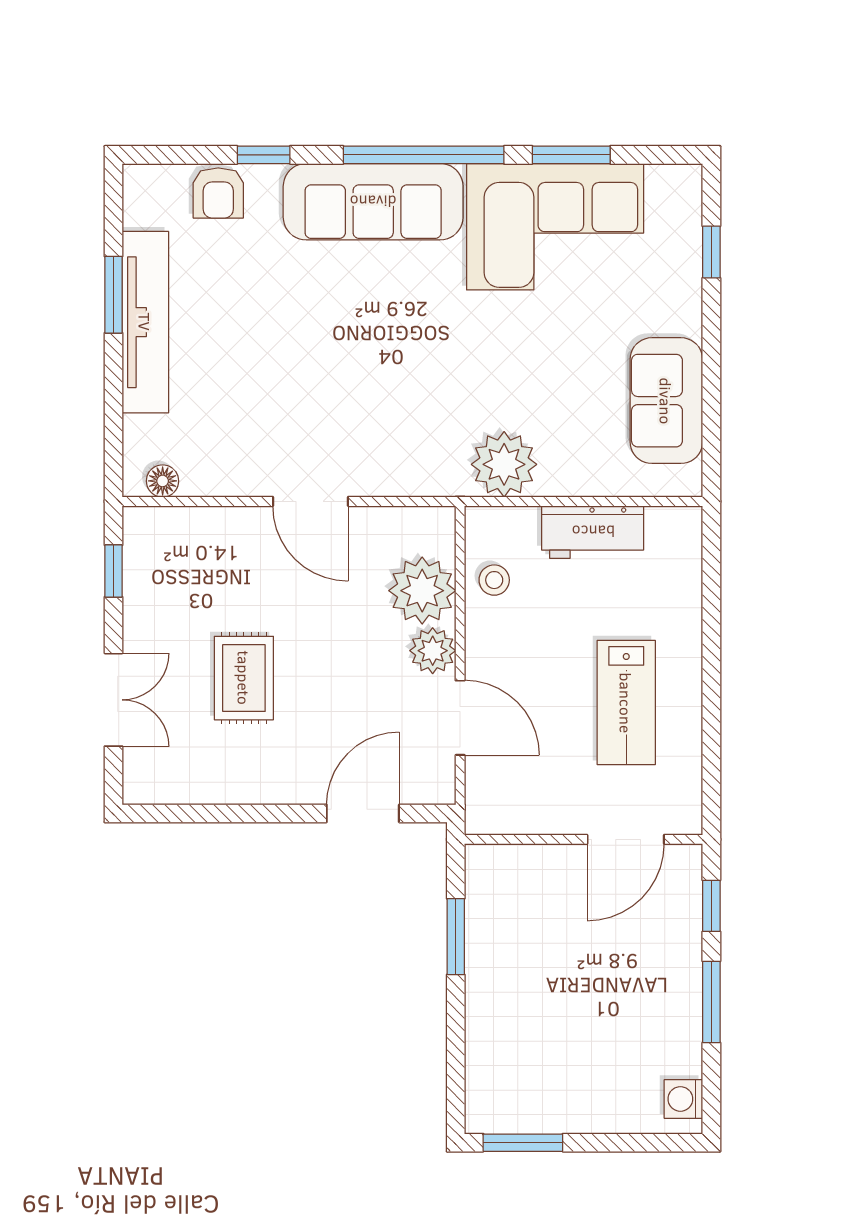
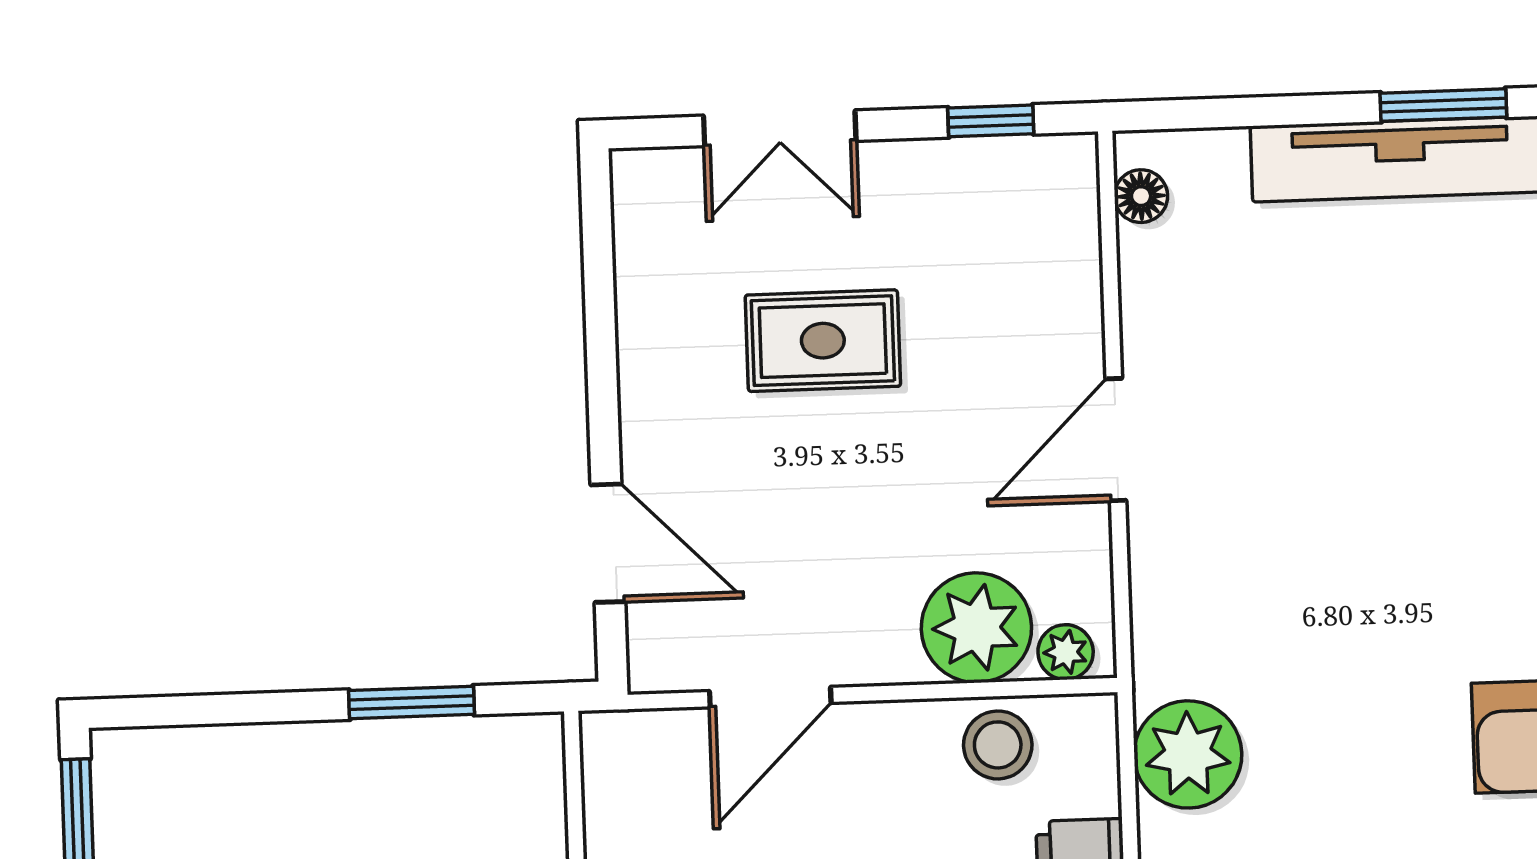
stool: (494, 580) -> (998, 745), width x1.37, depth x1.37
plant: (433, 651) -> (1066, 652), moved, width x0.73, depth x0.73

